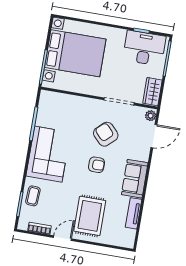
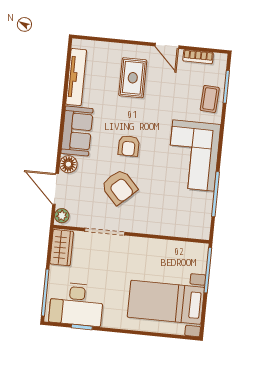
bed with nightstands: (75, 53) -> (166, 302), width x0.73
door: (154, 136) -> (56, 189), hinge flipped
floor lamp: (143, 154) -> (68, 164), added
armchair: (97, 165) -> (129, 146), turned -90
tv unit: (134, 213) -> (76, 77), width x1.41
rug: (90, 216) -> (133, 78), width x0.73, depth x0.70
door: (62, 238) -> (167, 46), hinge flipped

